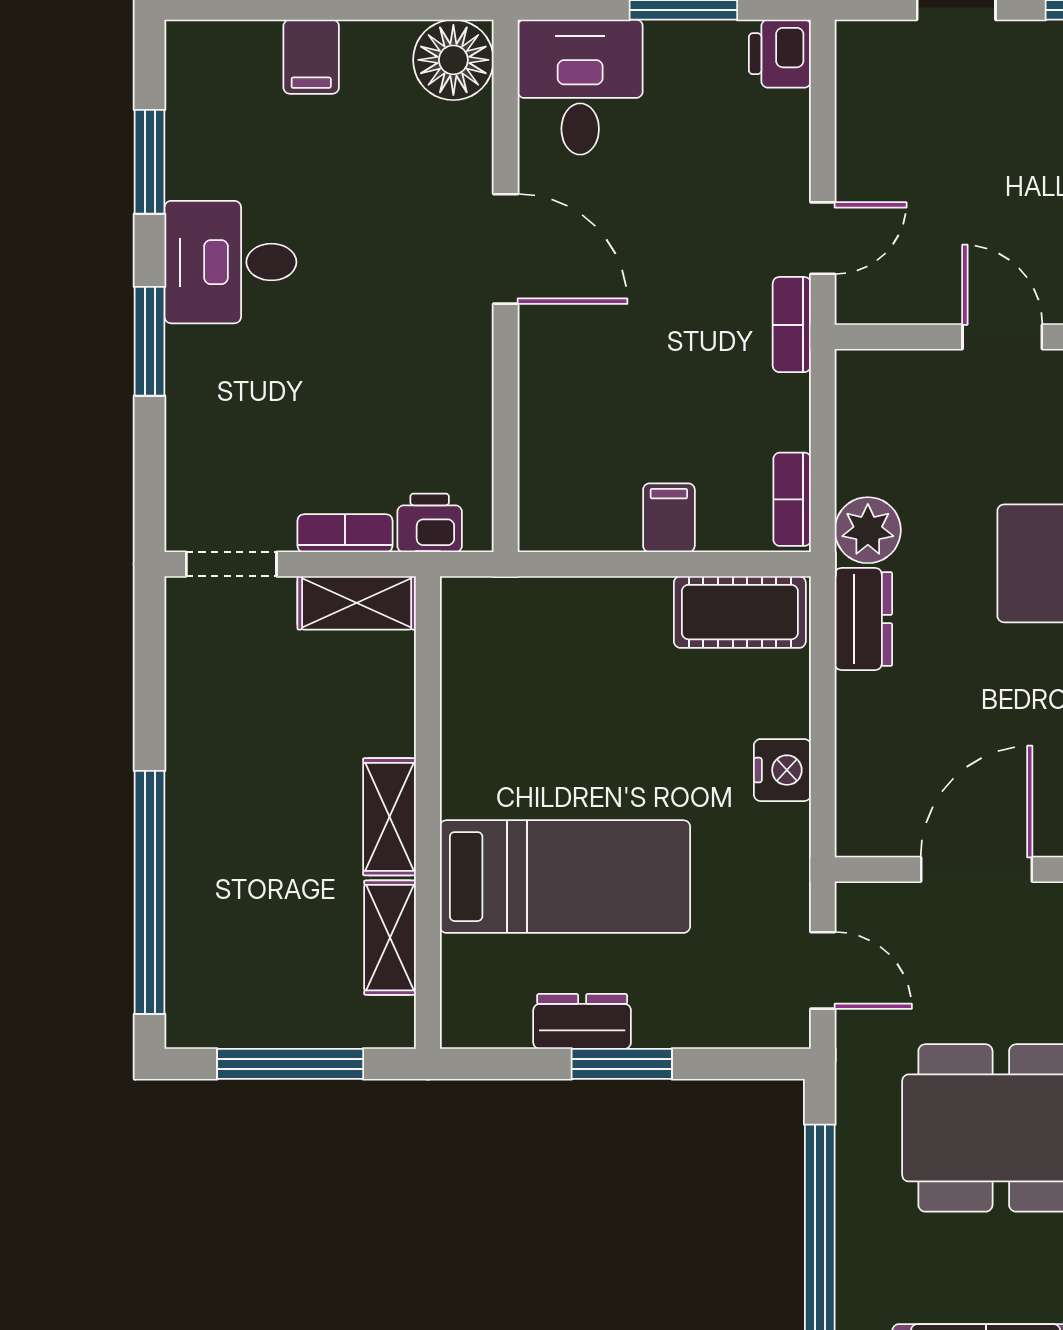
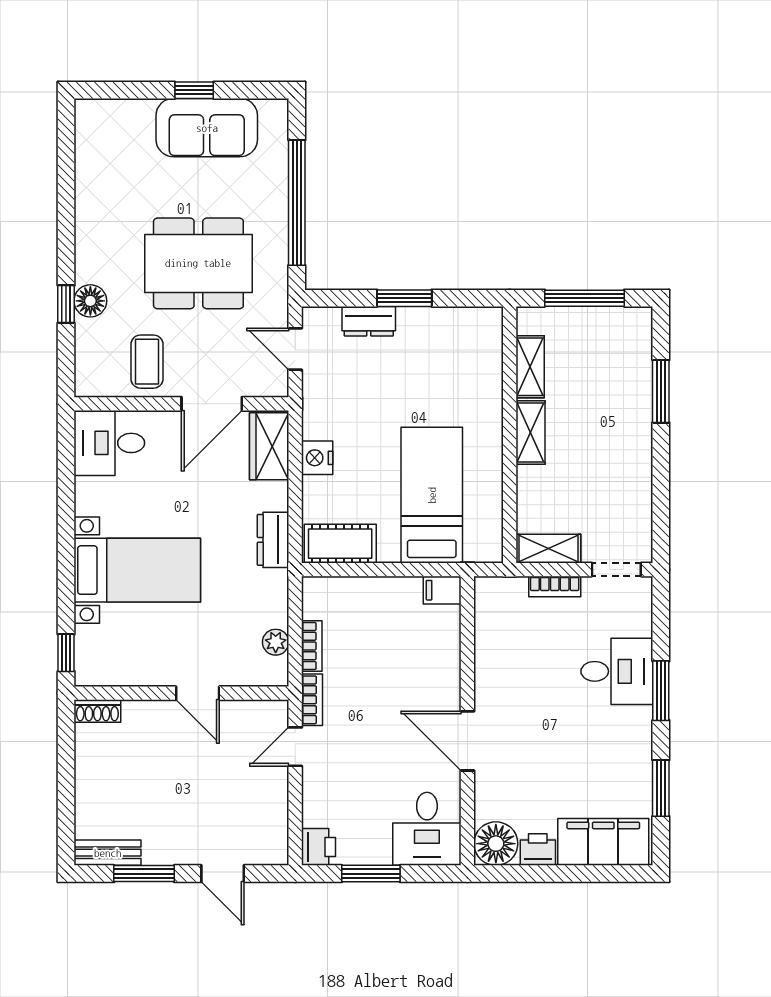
filing cabinet: (311, 57) -> (603, 842), width x3.00, depth x1.17
desk: (230, 262) -> (617, 671), moved
bookcase: (792, 499) -> (312, 646), moved
filing cabinet: (669, 518) -> (442, 590), moved, turned 90
printer: (430, 523) -> (538, 849), moved, turned 180
plant: (868, 530) -> (276, 642), moved, width x0.73, depth x0.73
wardrobe: (871, 791) -> (269, 446), added
bed: (565, 877) -> (432, 495), moved, turned 90
window: (150, 892) -> (661, 391), width x0.47
dresser: (582, 1021) -> (369, 321), moved

